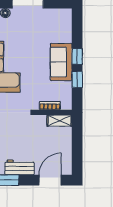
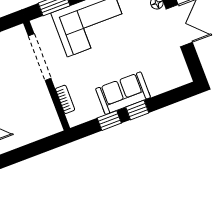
shelving: (60, 121) -> (51, 118), removed

